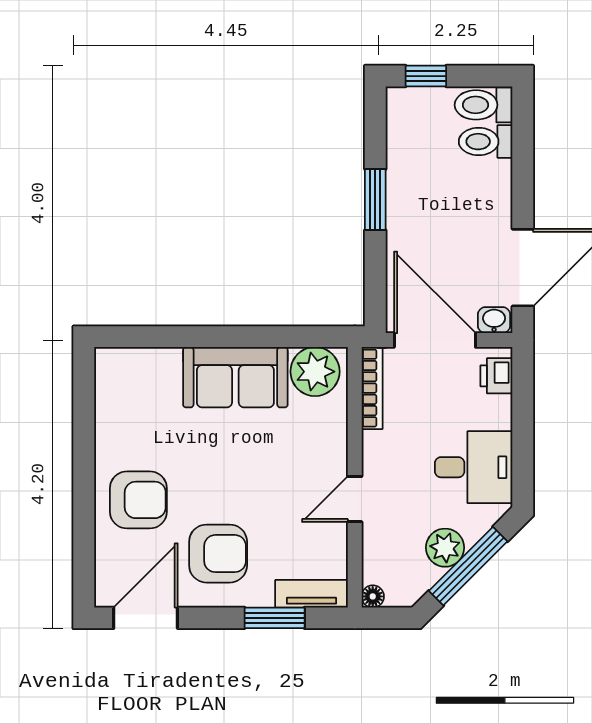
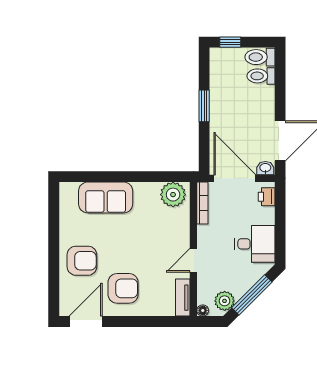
sofa: (235, 377) -> (106, 197), moved
plant: (445, 548) -> (225, 301), moved
tv unit: (312, 594) -> (183, 298), moved, turned -90
window: (275, 618) -> (152, 322), removed

